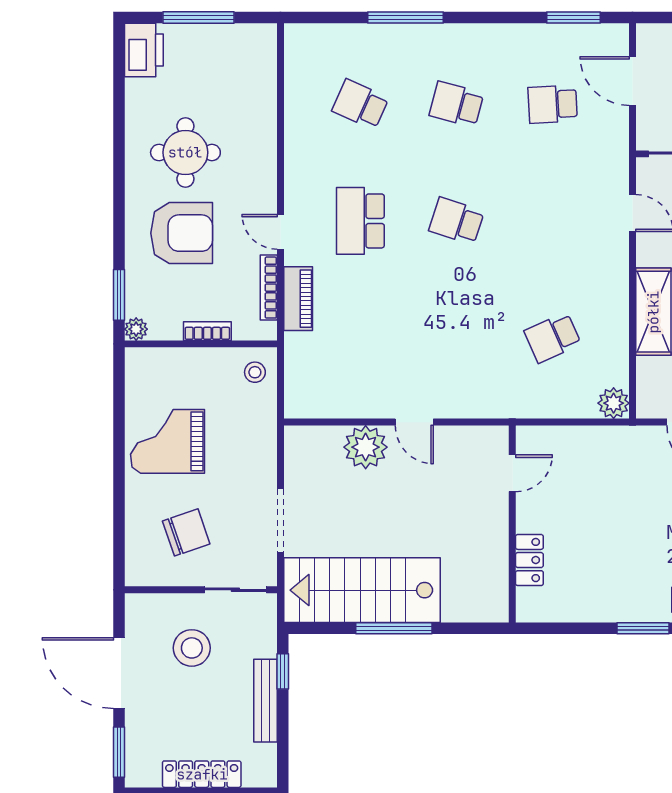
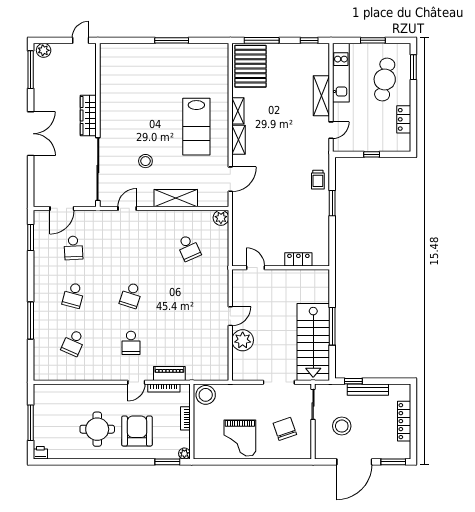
printer: (144, 50) -> (40, 453), width x0.53, depth x0.68
school desk: (360, 221) -> (131, 343), width x0.54
stool: (255, 372) -> (206, 395), width x1.89, depth x1.89

